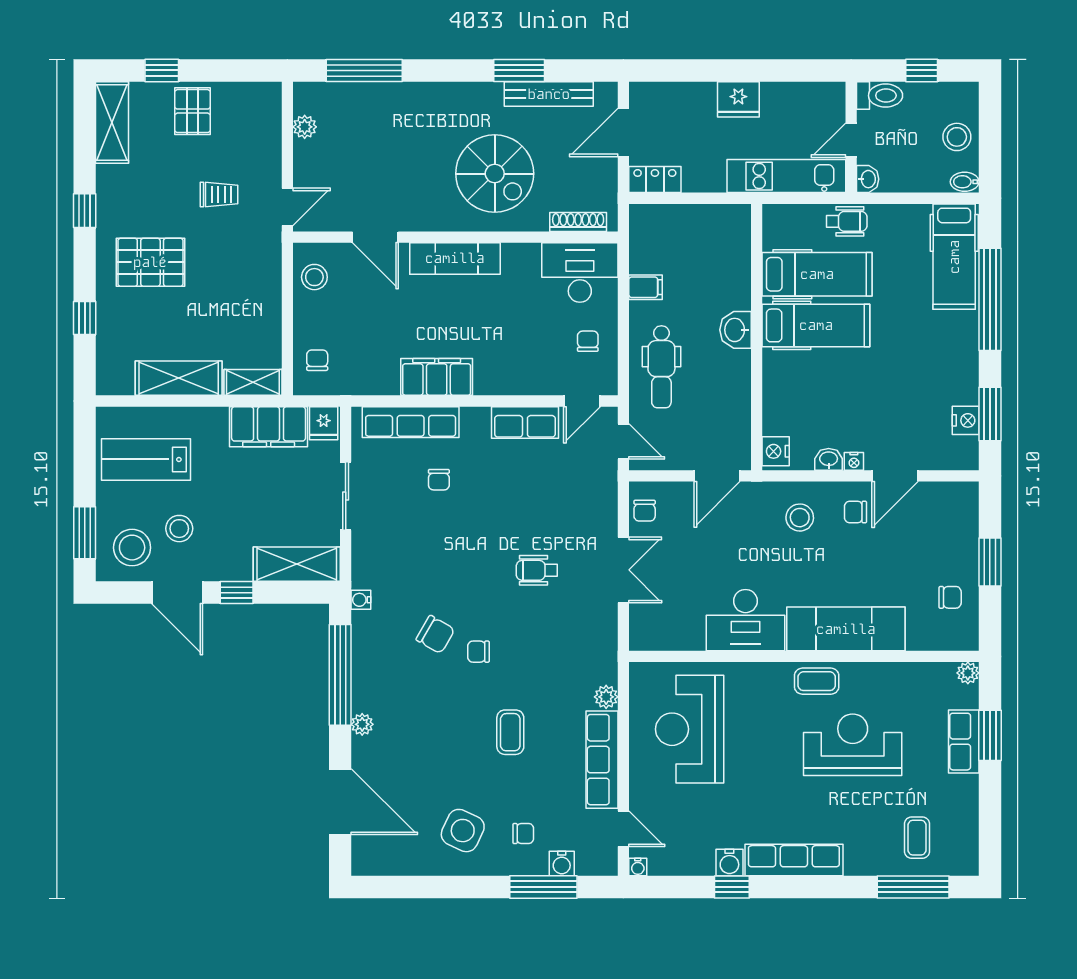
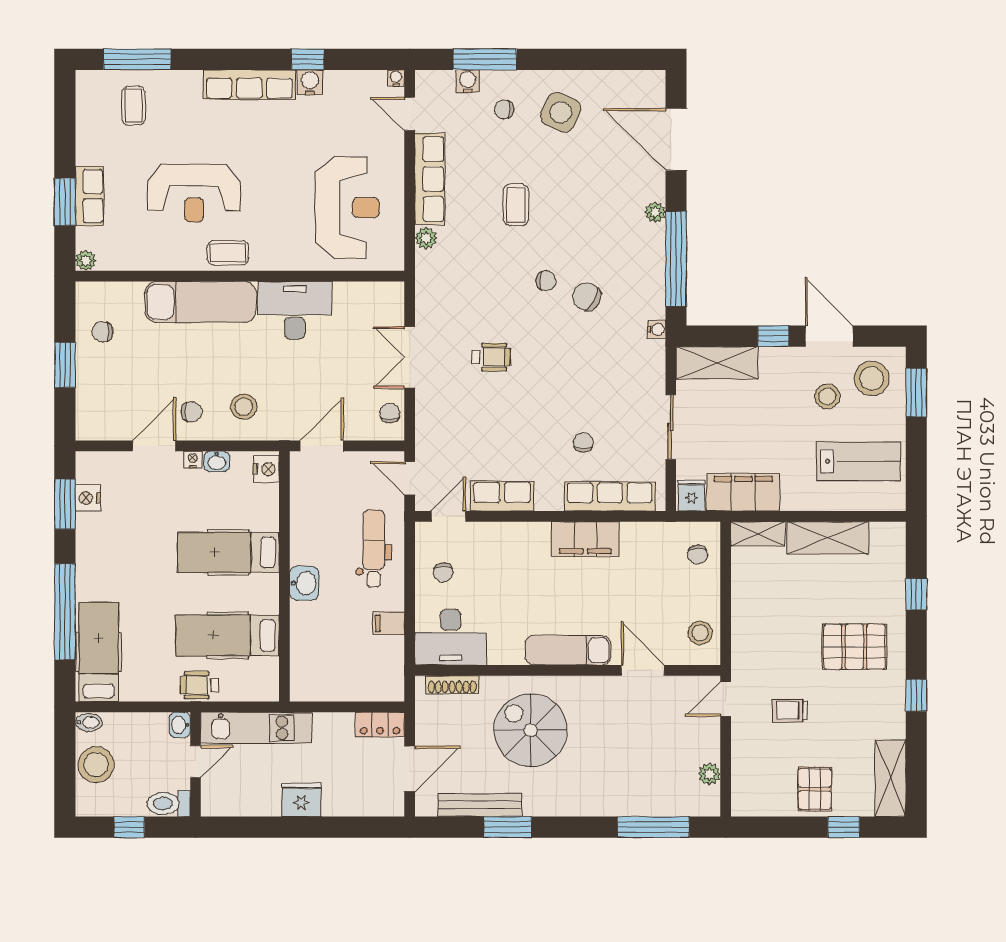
stool: (957, 137) -> (96, 765), width x1.38, depth x1.38
hospital bed: (816, 325) -> (229, 552), moved

